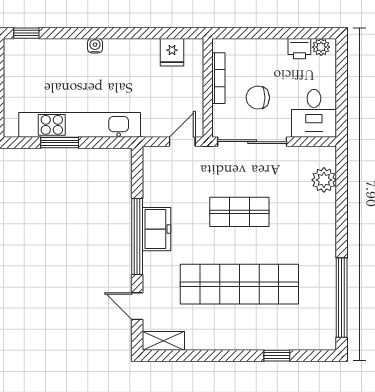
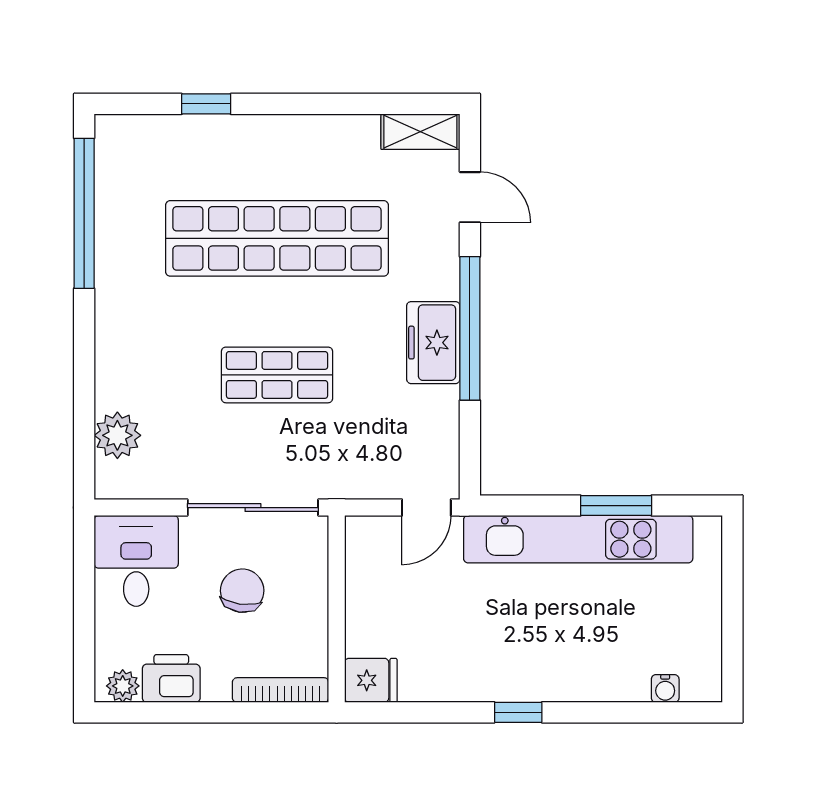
window: (26, 33) -> (518, 712), moved
water cooler: (95, 46) -> (665, 689), moved
printer: (299, 49) -> (171, 678), width x1.36, depth x1.24
fridge: (172, 52) -> (371, 680), moved, turned 90
bookcase: (218, 78) -> (281, 690), moved, turned 90
chair: (258, 98) -> (242, 591), turned -82
door: (182, 142) -> (426, 508), moved

